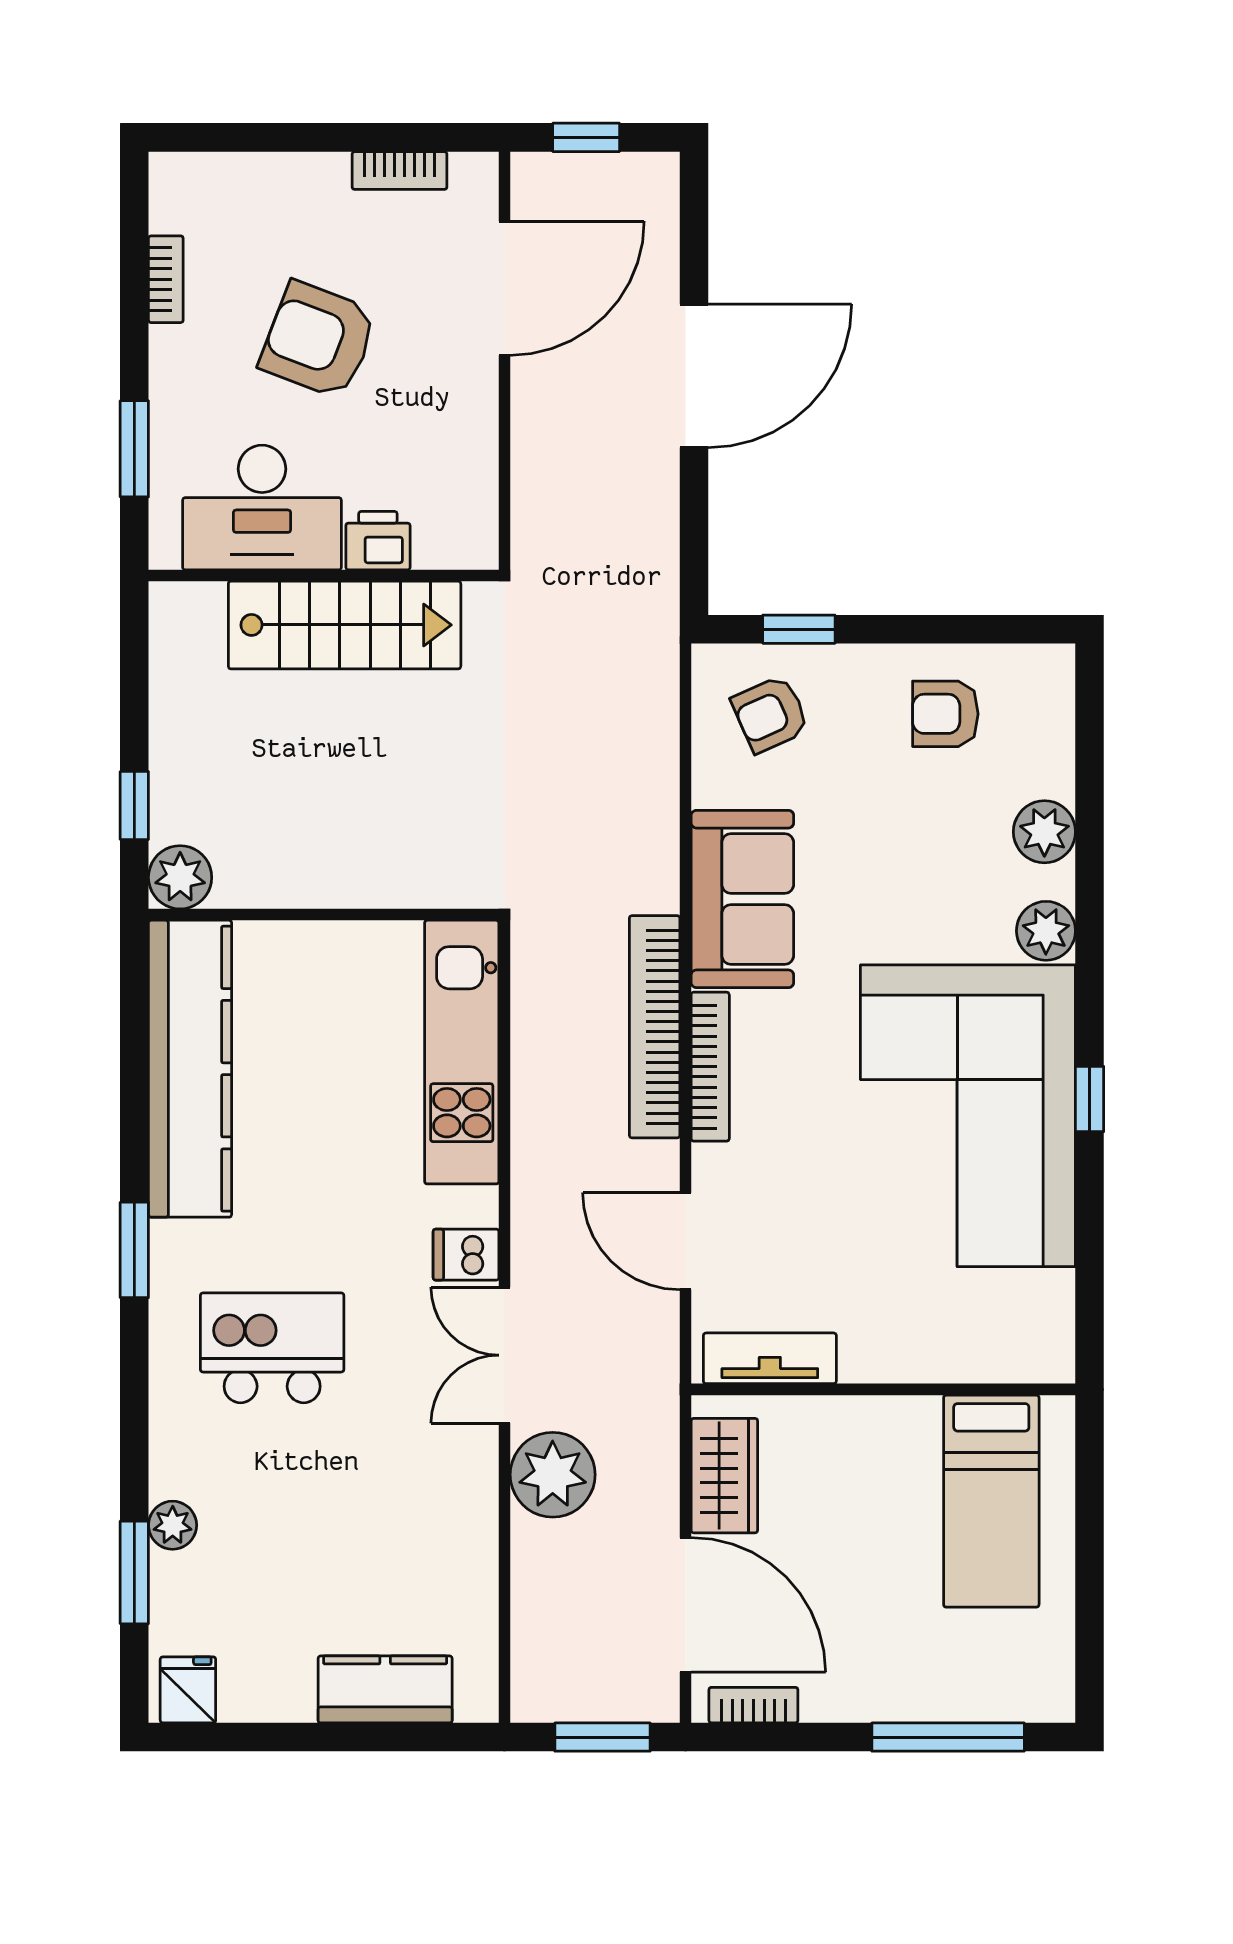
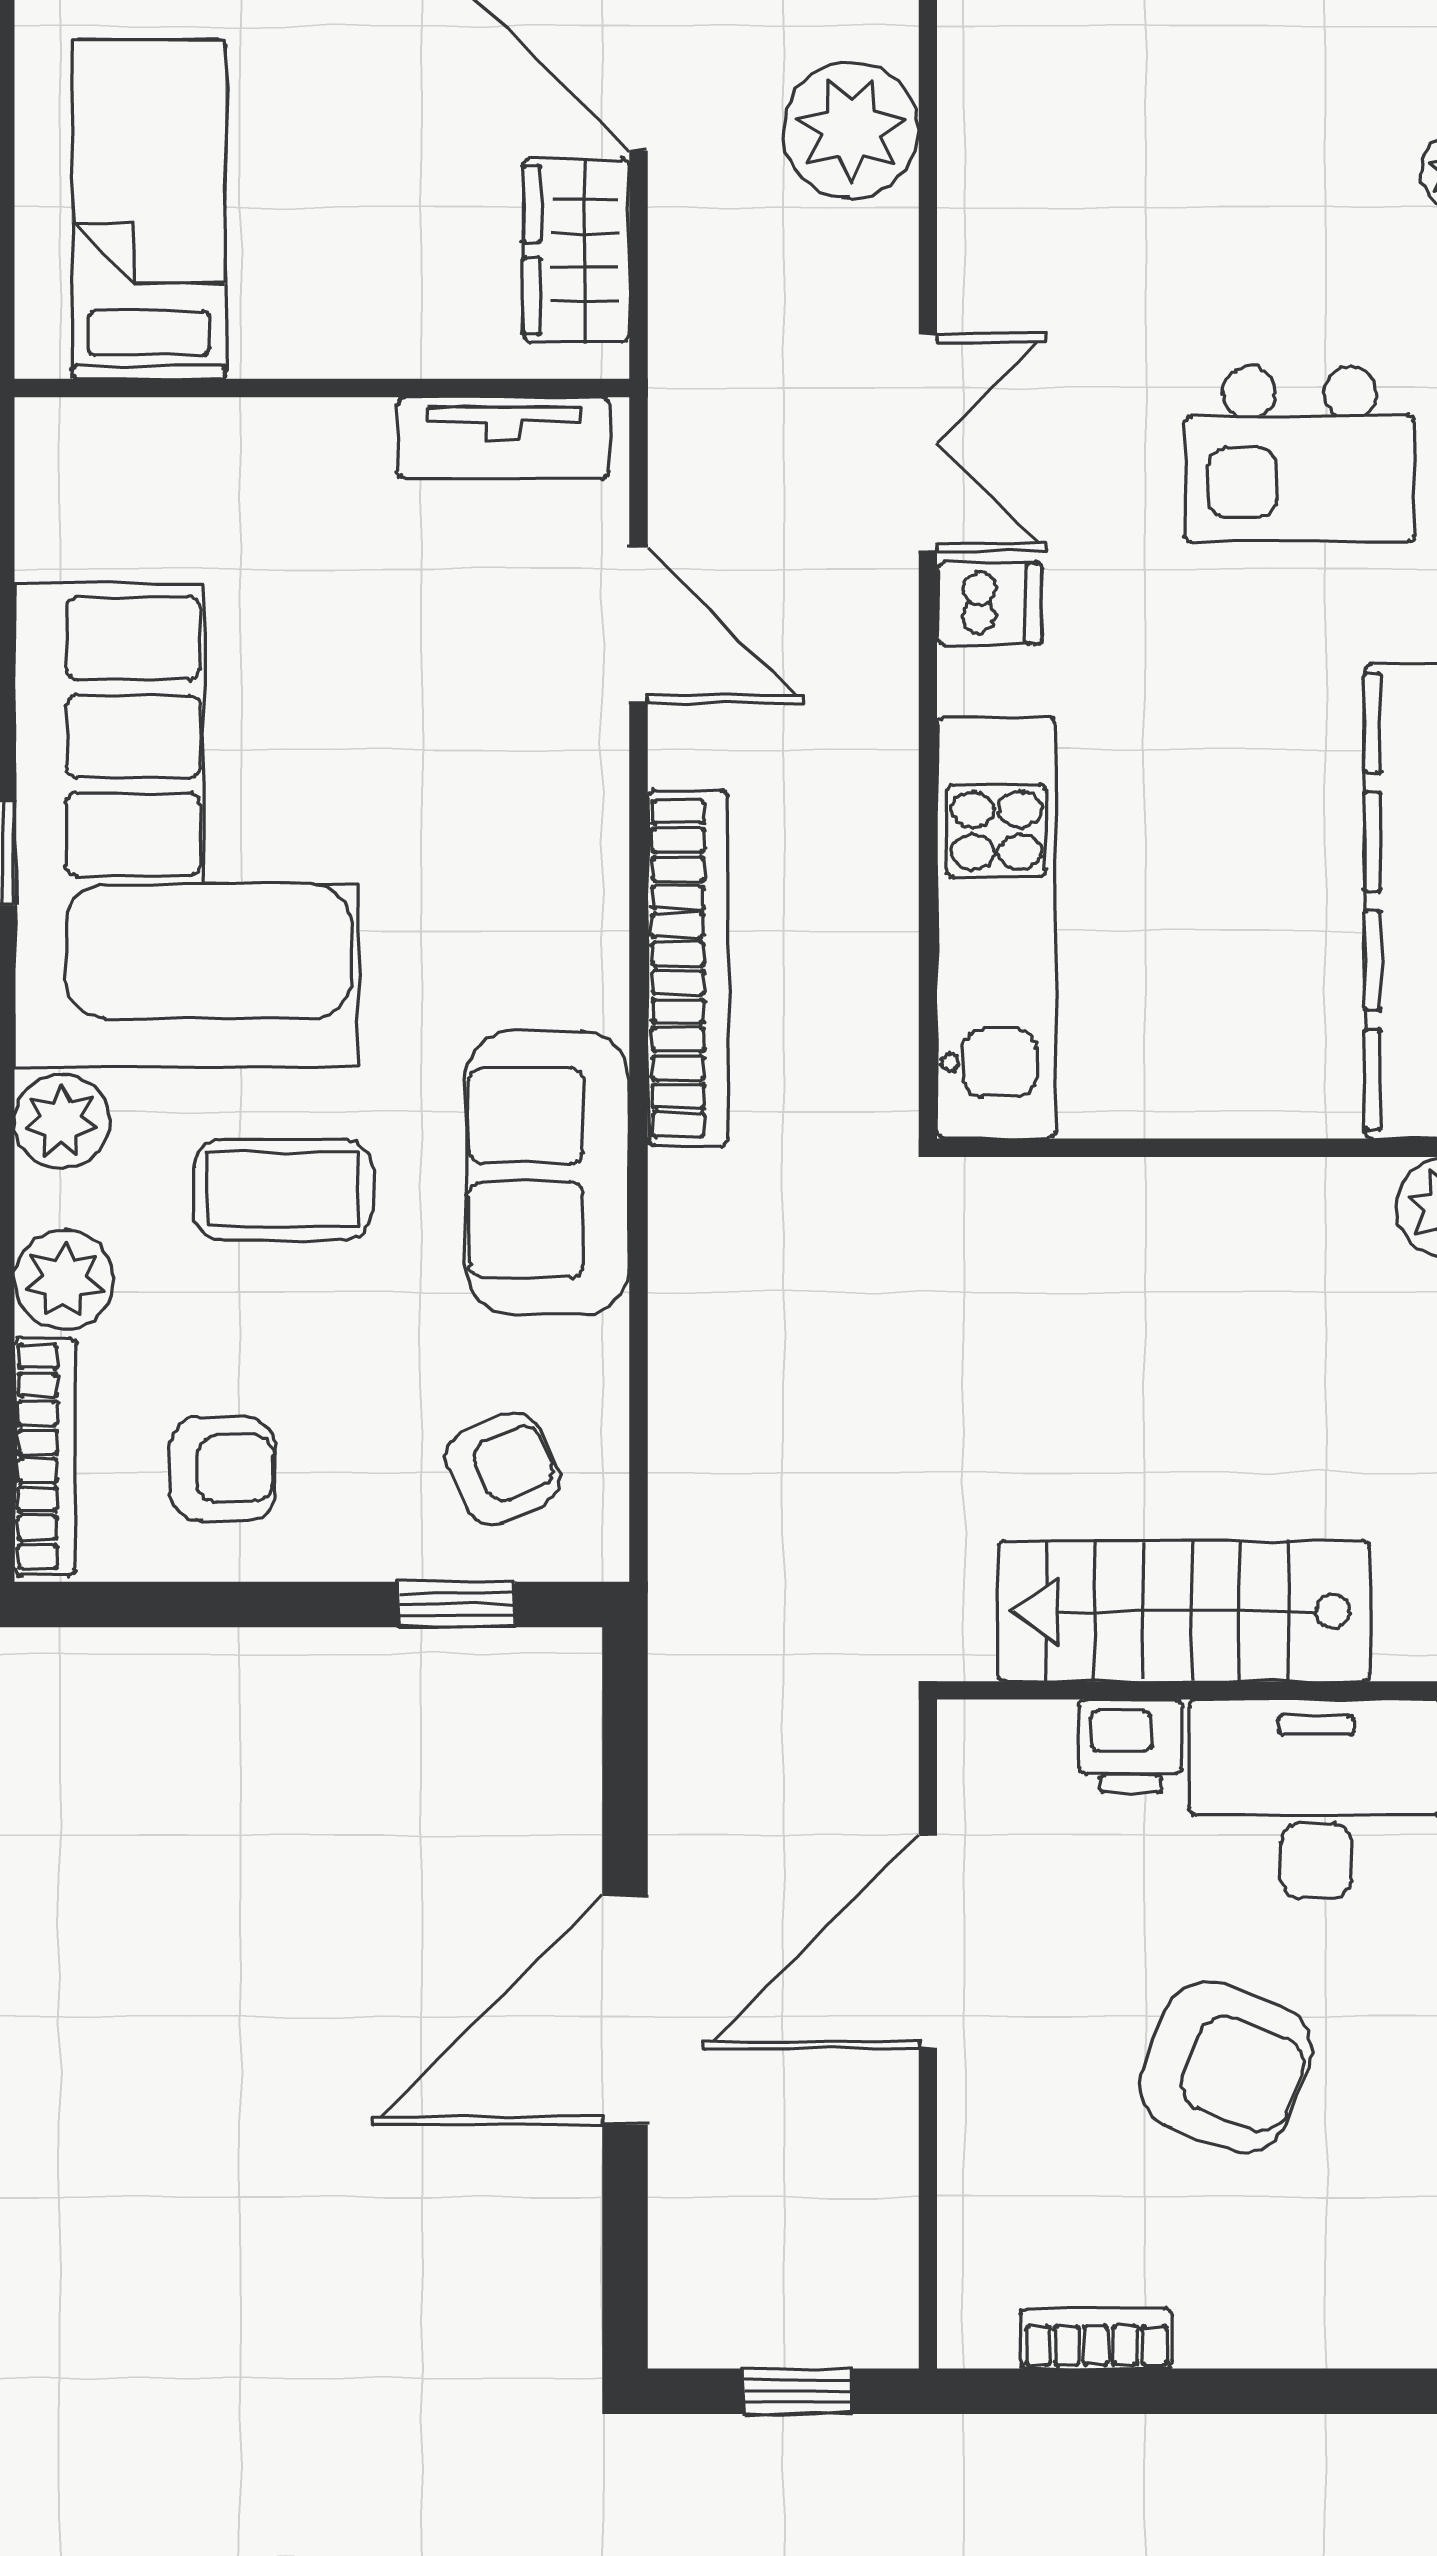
door: (505, 288) -> (928, 1941), moved
coffee table: (908, 888) -> (283, 1190), added
bookcase: (710, 1067) -> (45, 1456), moved, turned 180
plant: (553, 1475) -> (851, 130), moved

